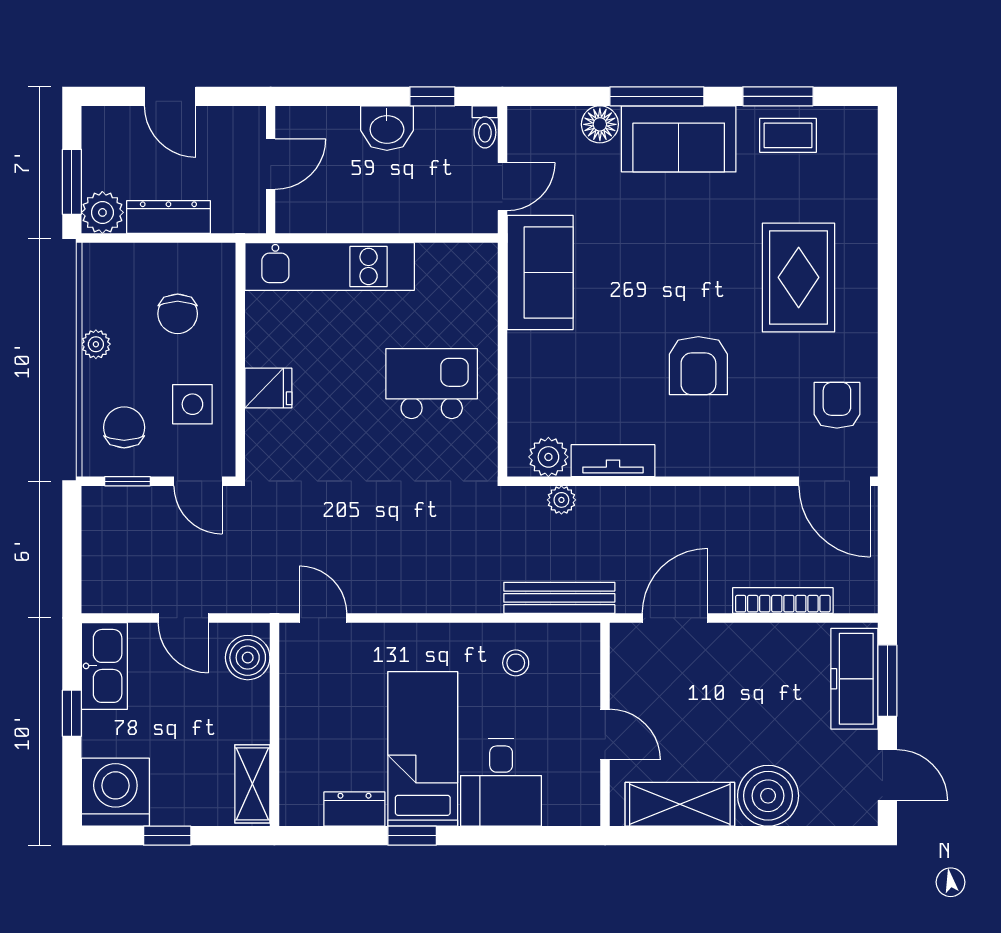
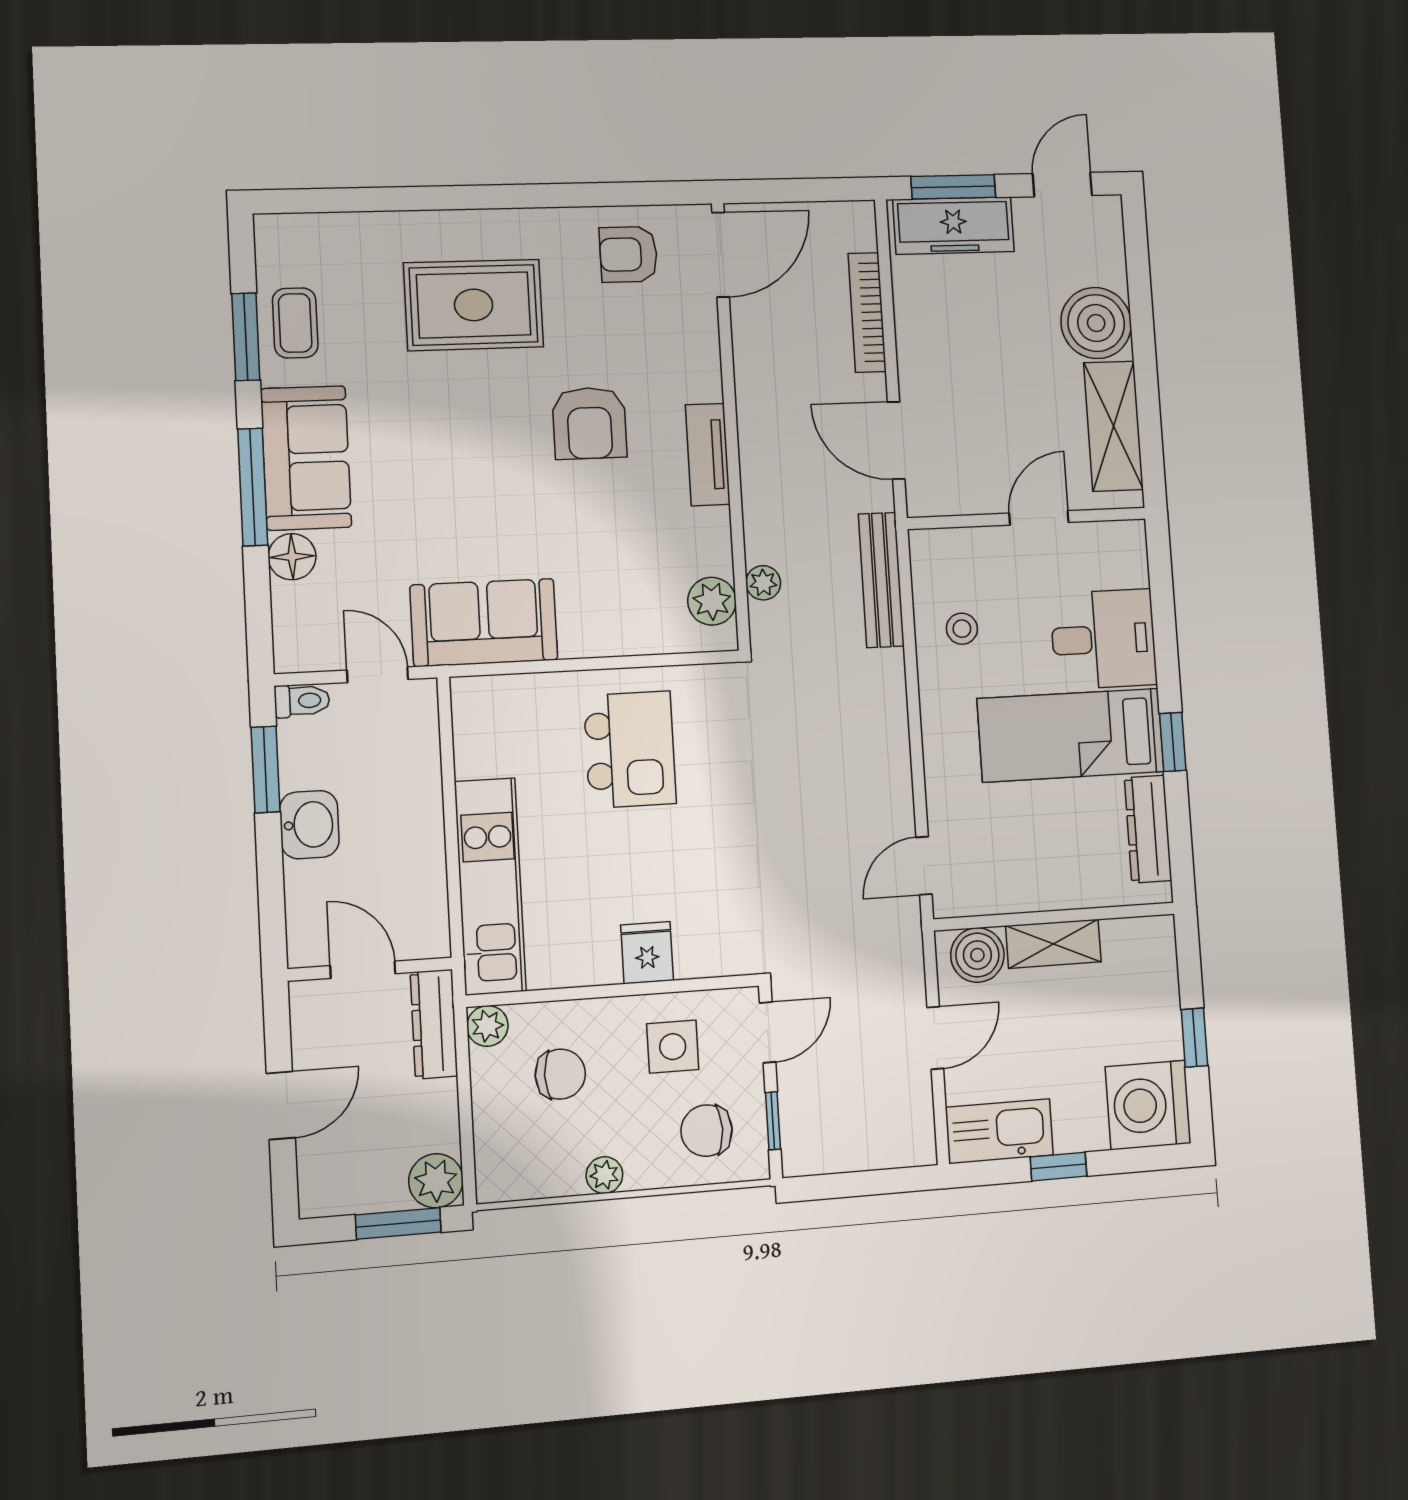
window: (432, 96) -> (265, 769), width x1.50
dresser: (168, 217) -> (434, 1024), moved
plant: (220, 259) -> (487, 1026), added
armchair: (698, 366) -> (589, 423), turned 90
kitchen island: (432, 384) -> (630, 750), turned 180
tv unit: (613, 461) -> (708, 455), moved
shelving: (252, 784) -> (1053, 944), moved
dresser: (354, 809) -> (1148, 829), width x1.44

